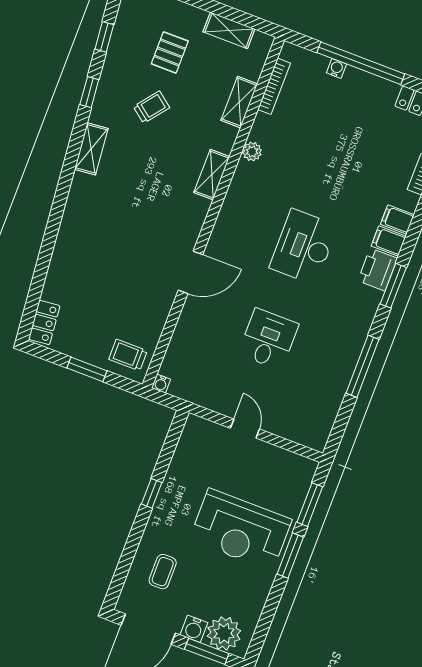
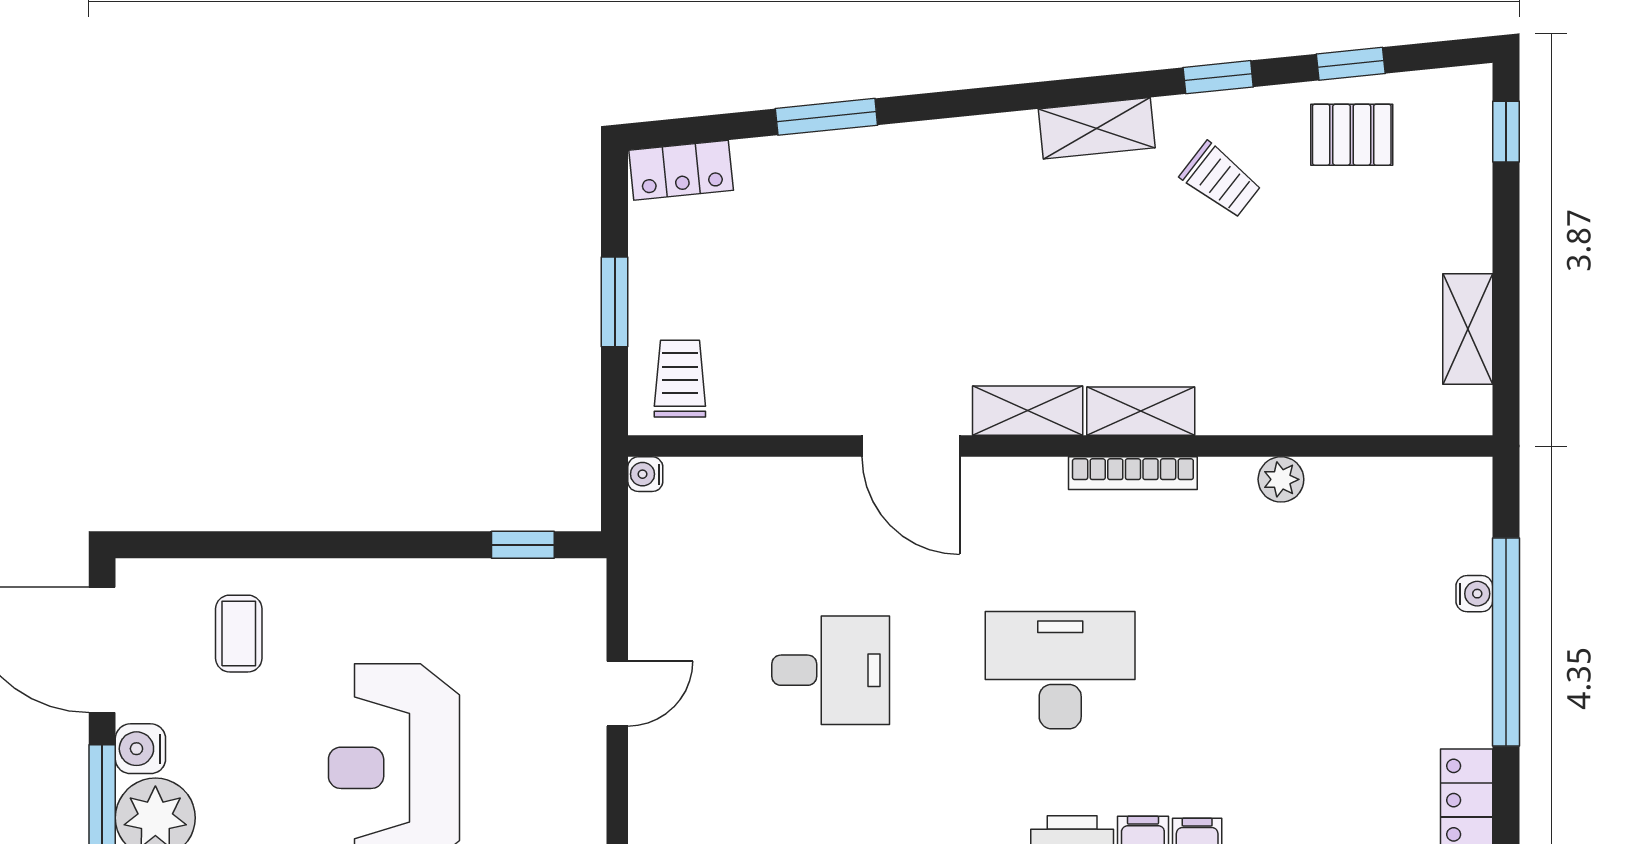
pallet: (170, 52) -> (1352, 135), moved
bookcase: (274, 86) -> (1133, 473), moved
shelving: (239, 102) -> (1028, 411), moved
trolley: (151, 107) -> (1221, 180), moved
plant: (252, 152) -> (1281, 479), moved
window: (45, 256) -> (826, 117), added
window: (152, 493) -> (523, 545), moved
coffee table: (163, 572) -> (239, 634), turned 90

